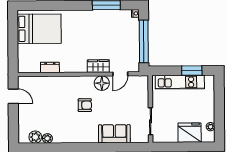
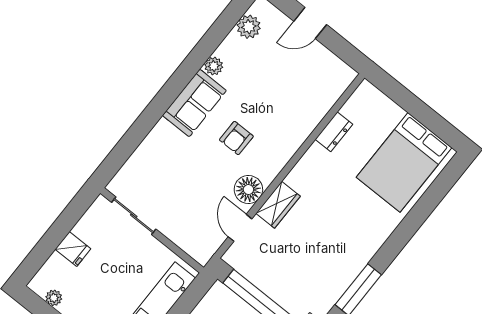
door: (13, 96) -> (310, 23), moved
fridge: (190, 133) -> (73, 249), width x0.53, depth x0.75
sofa: (114, 134) -> (194, 103), moved
plant: (47, 138) -> (214, 66), moved

